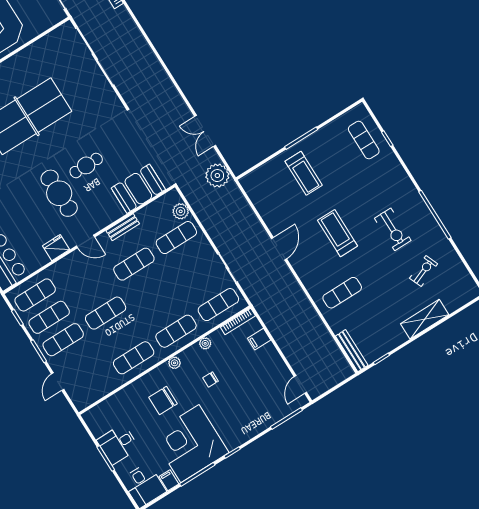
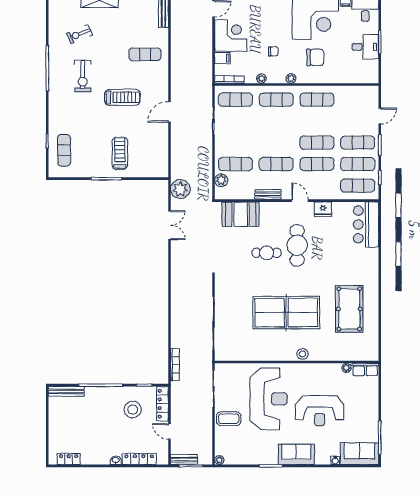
exercise bike: (393, 229) -> (83, 76), turned 180
treadmill: (338, 233) -> (122, 97), turned -90
exercise mat: (92, 291) -> (317, 164), added
corner desk: (265, 368) -> (231, 36), added

